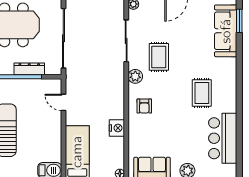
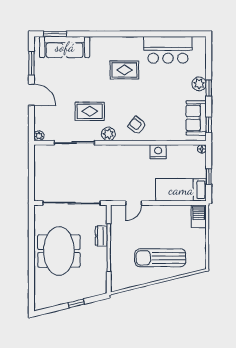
dresser: (29, 69) -> (101, 236), width x0.70
armchair: (144, 106) -> (137, 125), turned -142

